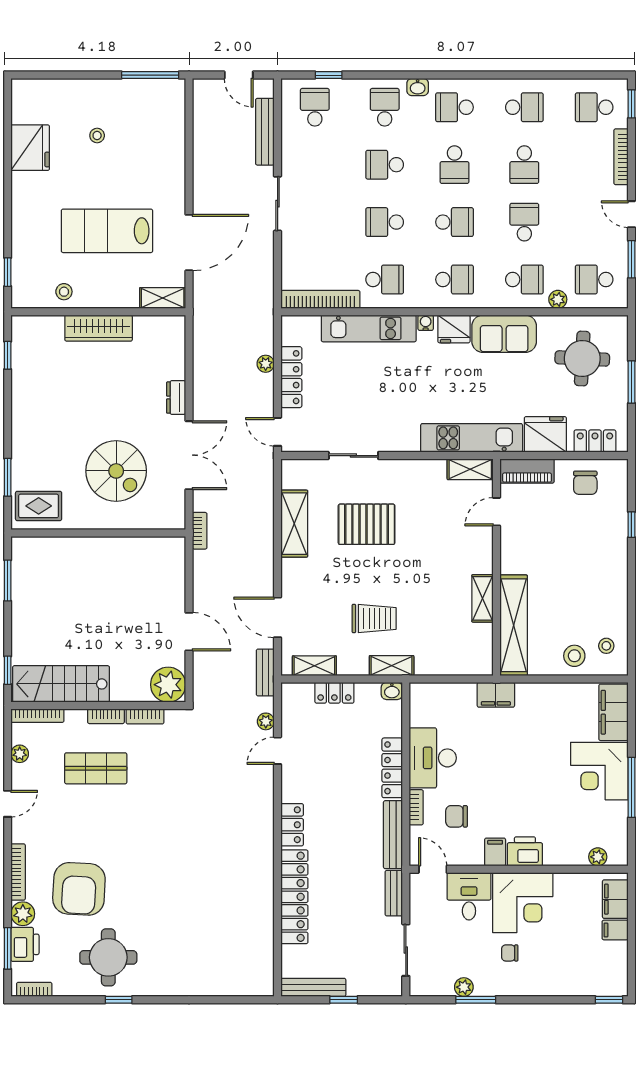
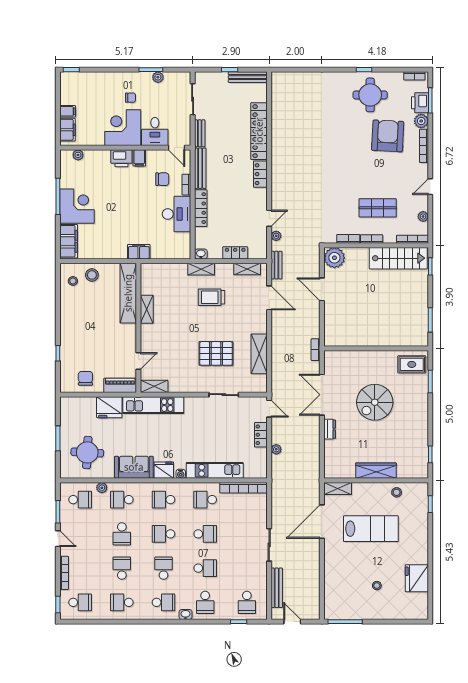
locker: (291, 377) -> (261, 435), width x0.66
locker: (595, 441) -> (80, 403), removed
spiral stairs: (116, 471) -> (375, 402), moved, turned -90

